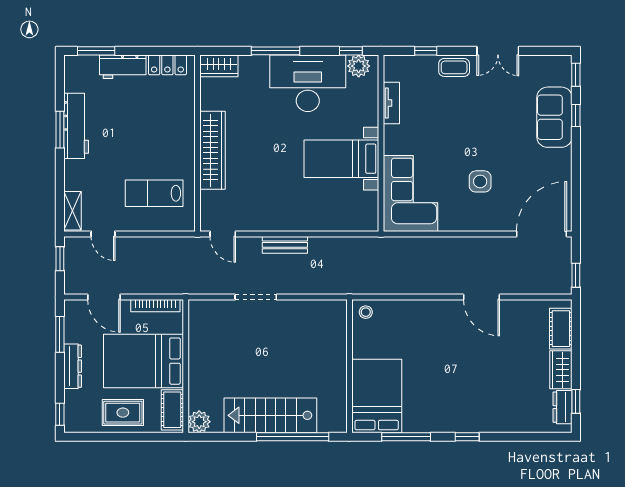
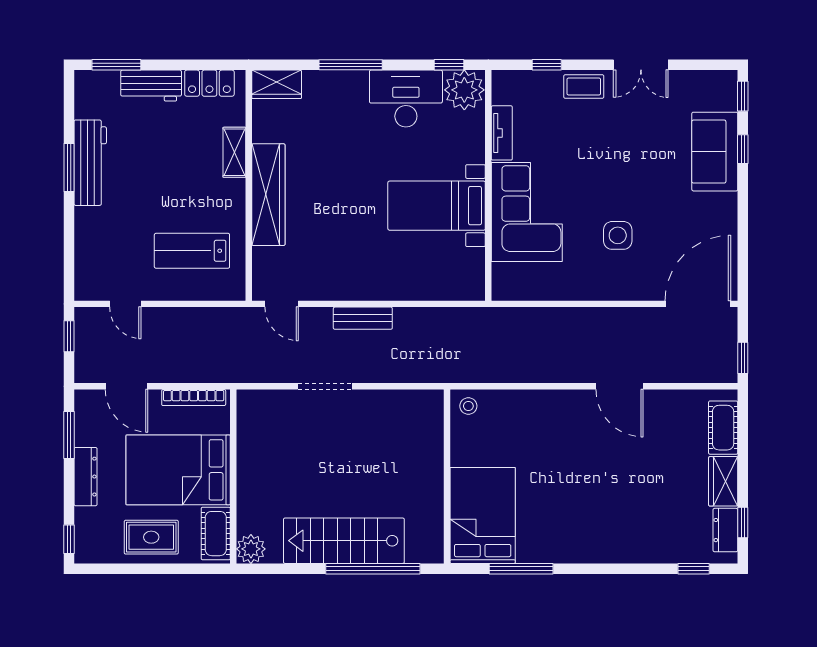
plant: (359, 66) -> (464, 90), width x1.36, depth x1.36
desk: (308, 83) -> (406, 99), width x0.73, depth x0.77
corner sofa: (410, 194) -> (527, 212), moved
shelving: (72, 211) -> (234, 152), moved
window: (467, 437) -> (694, 569), moved

